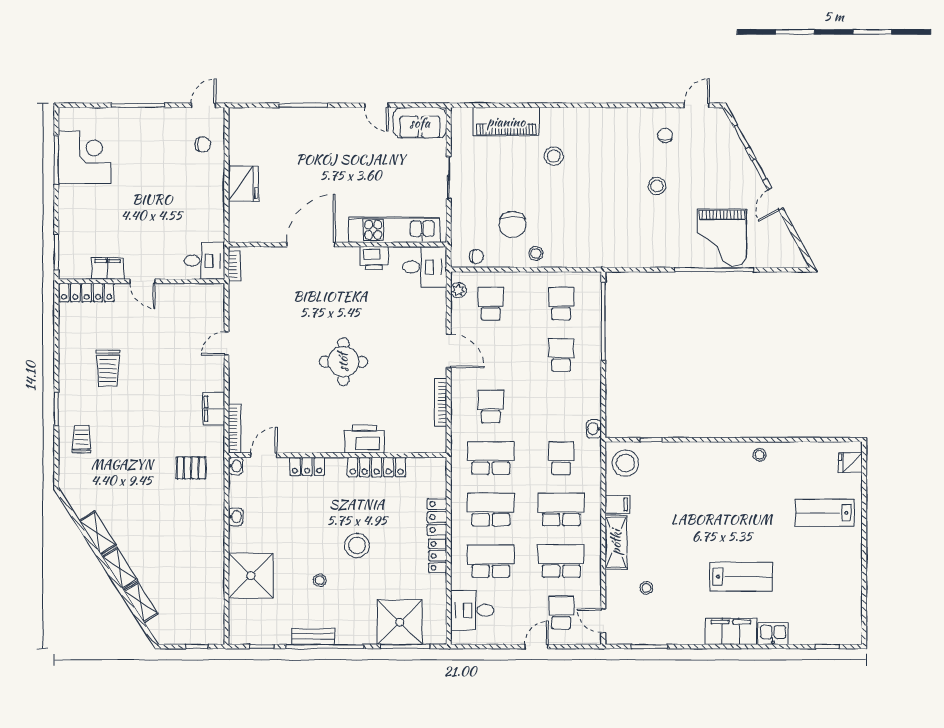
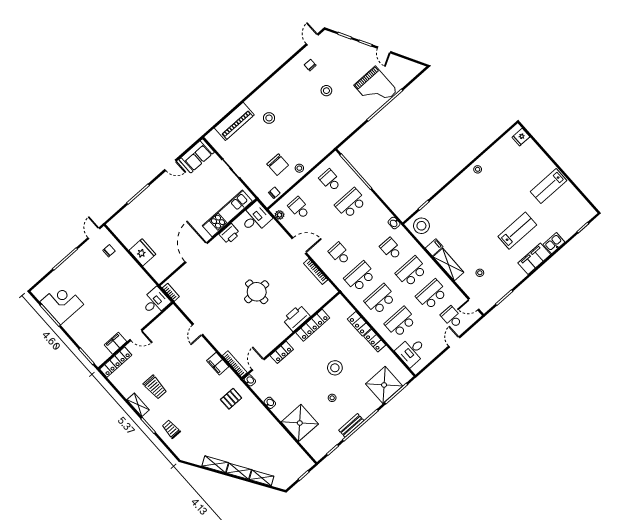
school desk: (561, 355) -> (351, 203), width x1.85
shelving: (67, 371) -> (138, 405), added
lab bench: (825, 513) -> (548, 186), moved

